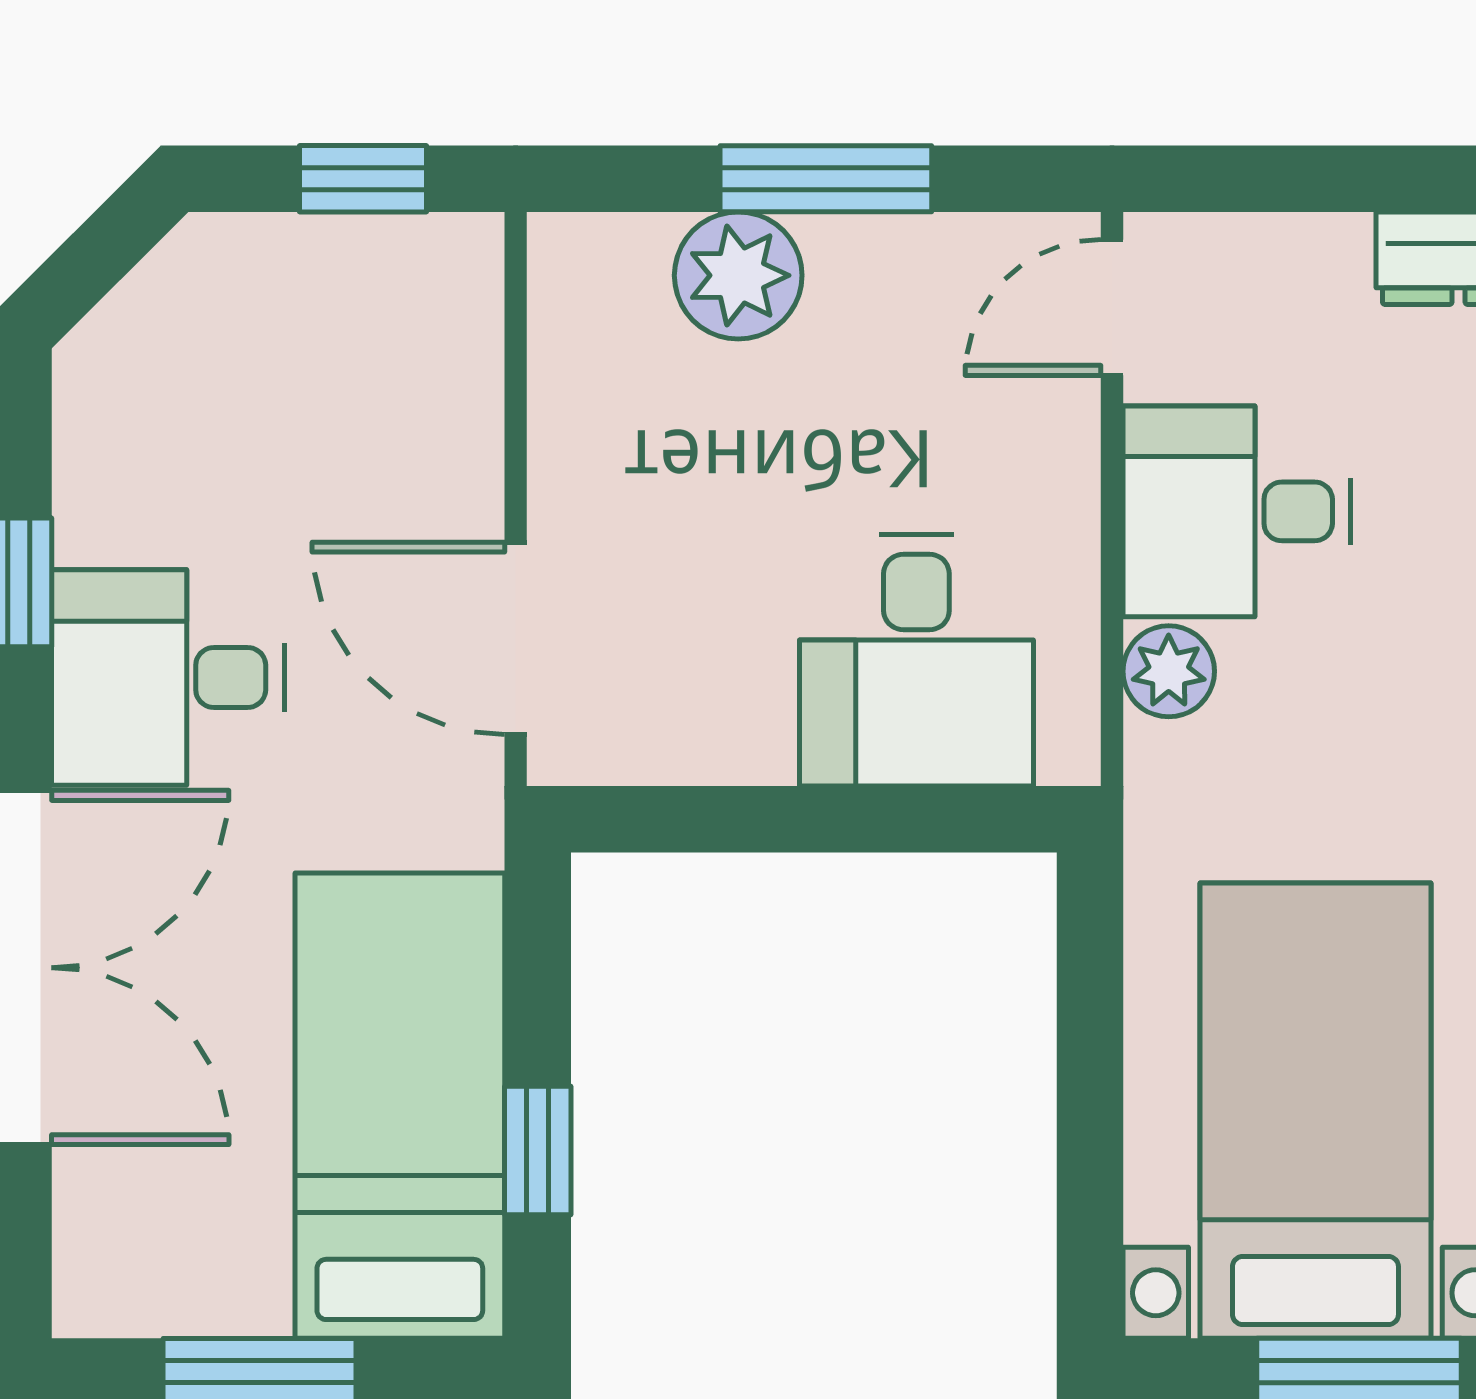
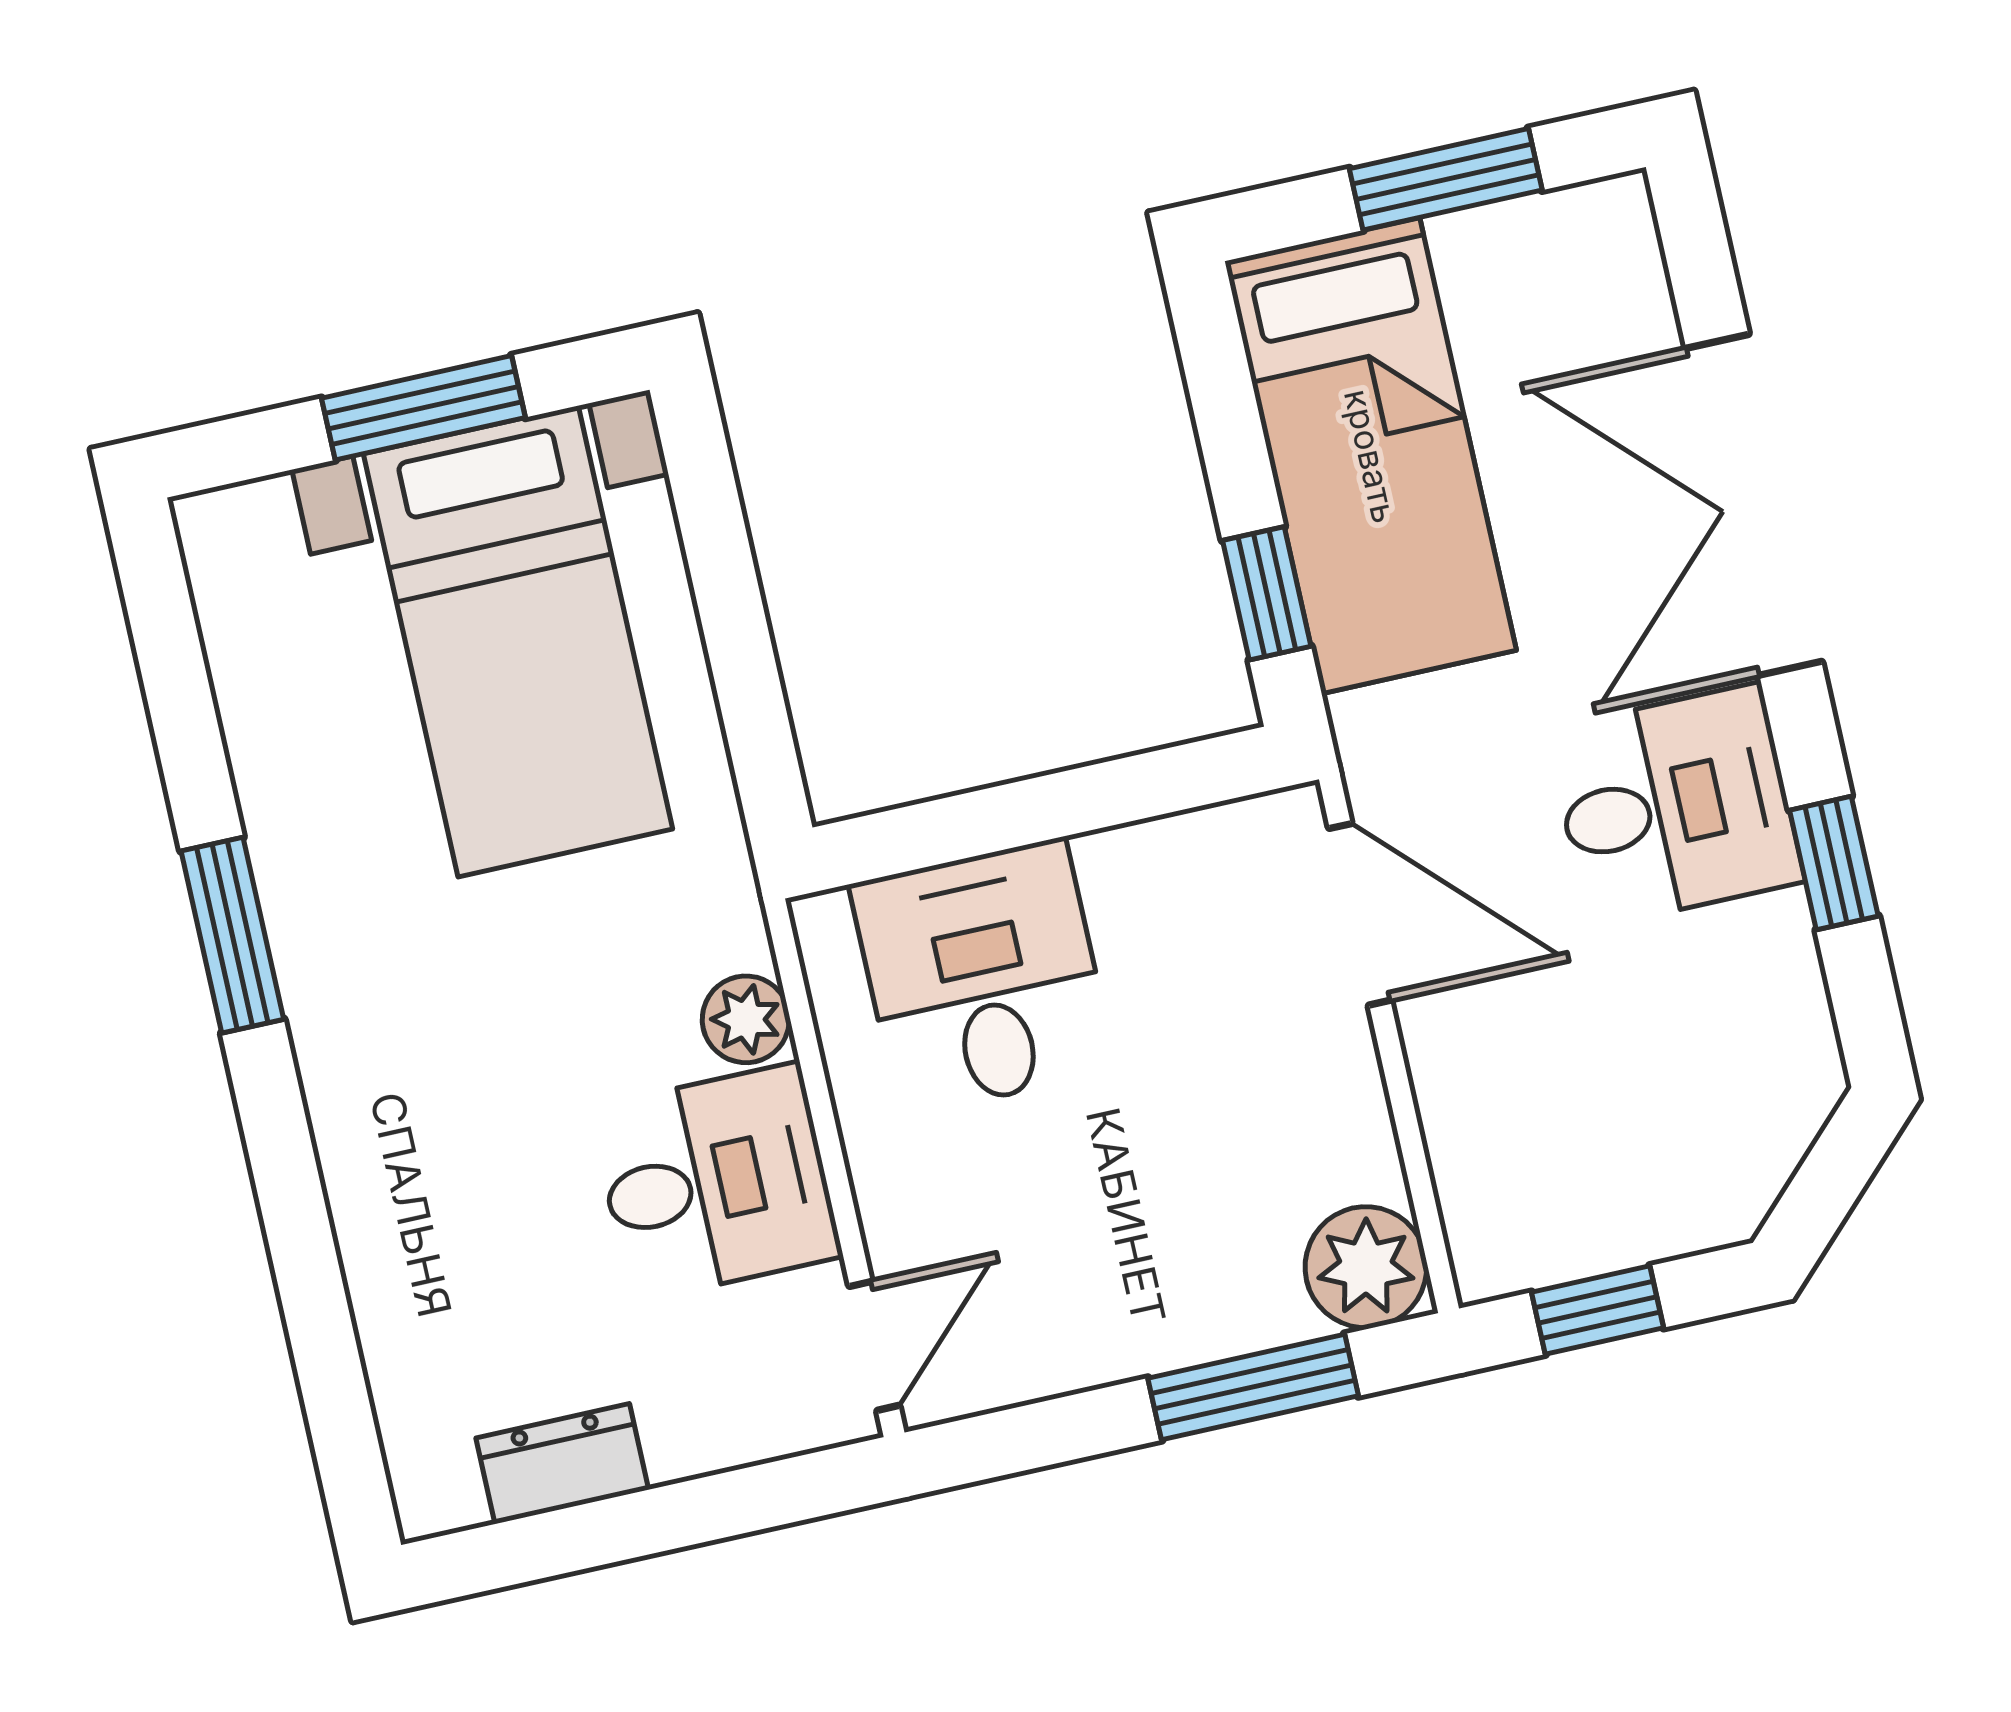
window: (826, 179) -> (1253, 1387), moved
plant: (738, 275) -> (1366, 1267), moved
window: (538, 1150) -> (1267, 593), moved

